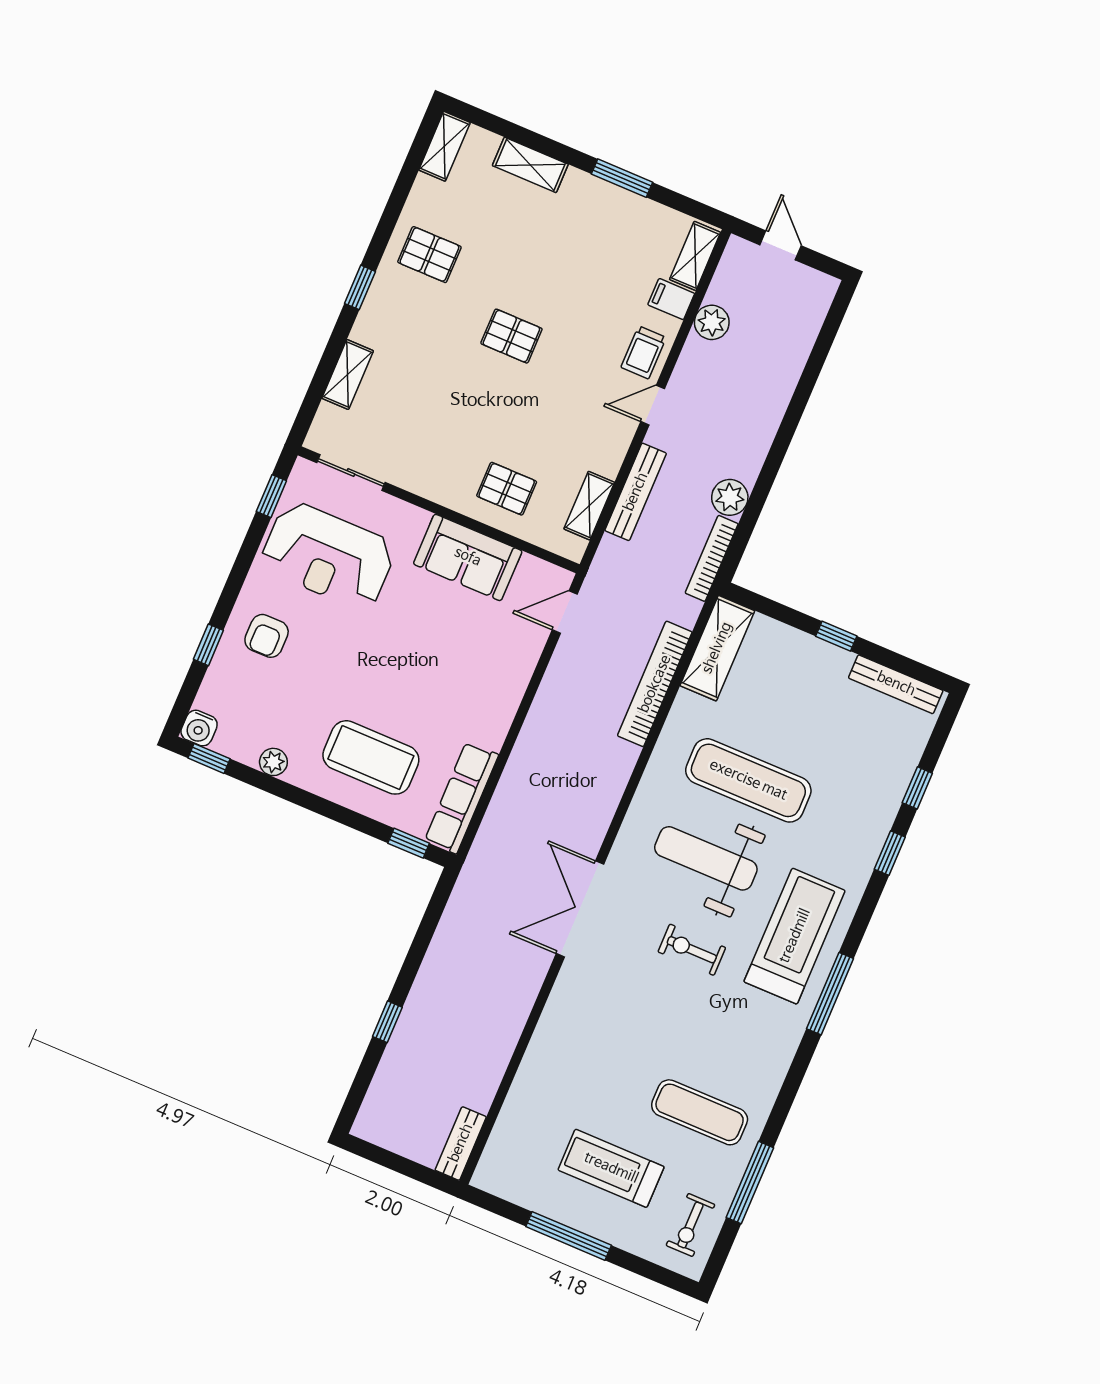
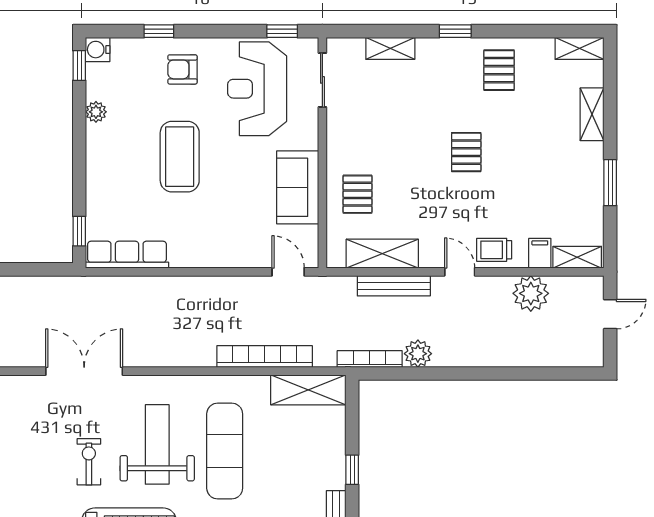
plant: (712, 322) -> (531, 293), width x1.36, depth x1.36
shelving: (589, 506) -> (382, 254), width x1.50, depth x1.33
coffee table: (371, 757) -> (180, 157), moved

